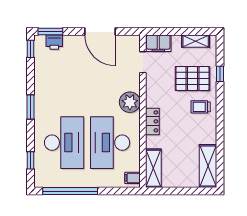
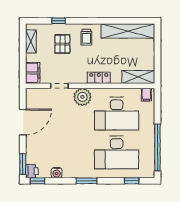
printer: (54, 42) -> (32, 171), moved
doorway: (143, 62) -> (59, 86), moved
water cooler: (40, 72) -> (57, 173), added
pallet: (193, 78) -> (62, 44), width x0.67, depth x0.71
desk: (64, 143) -> (117, 152), turned 180
shelving: (208, 166) -> (128, 31), width x1.47

